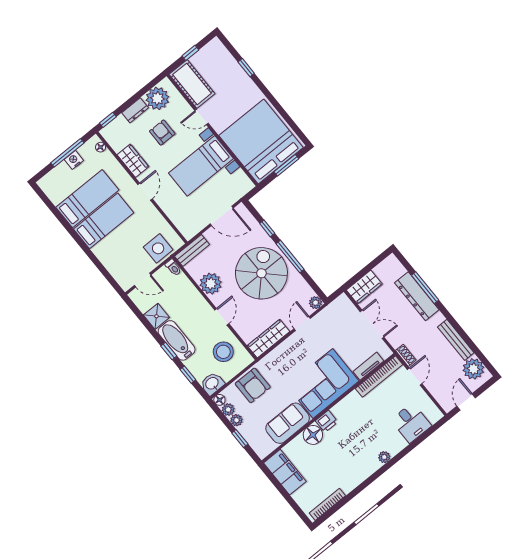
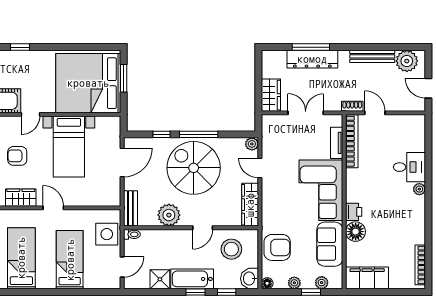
bed: (104, 221) -> (70, 260), moved
door: (222, 317) -> (203, 228), swing flipped
plant: (228, 410) -> (322, 283), moved
desk: (411, 423) -> (409, 167), moved

